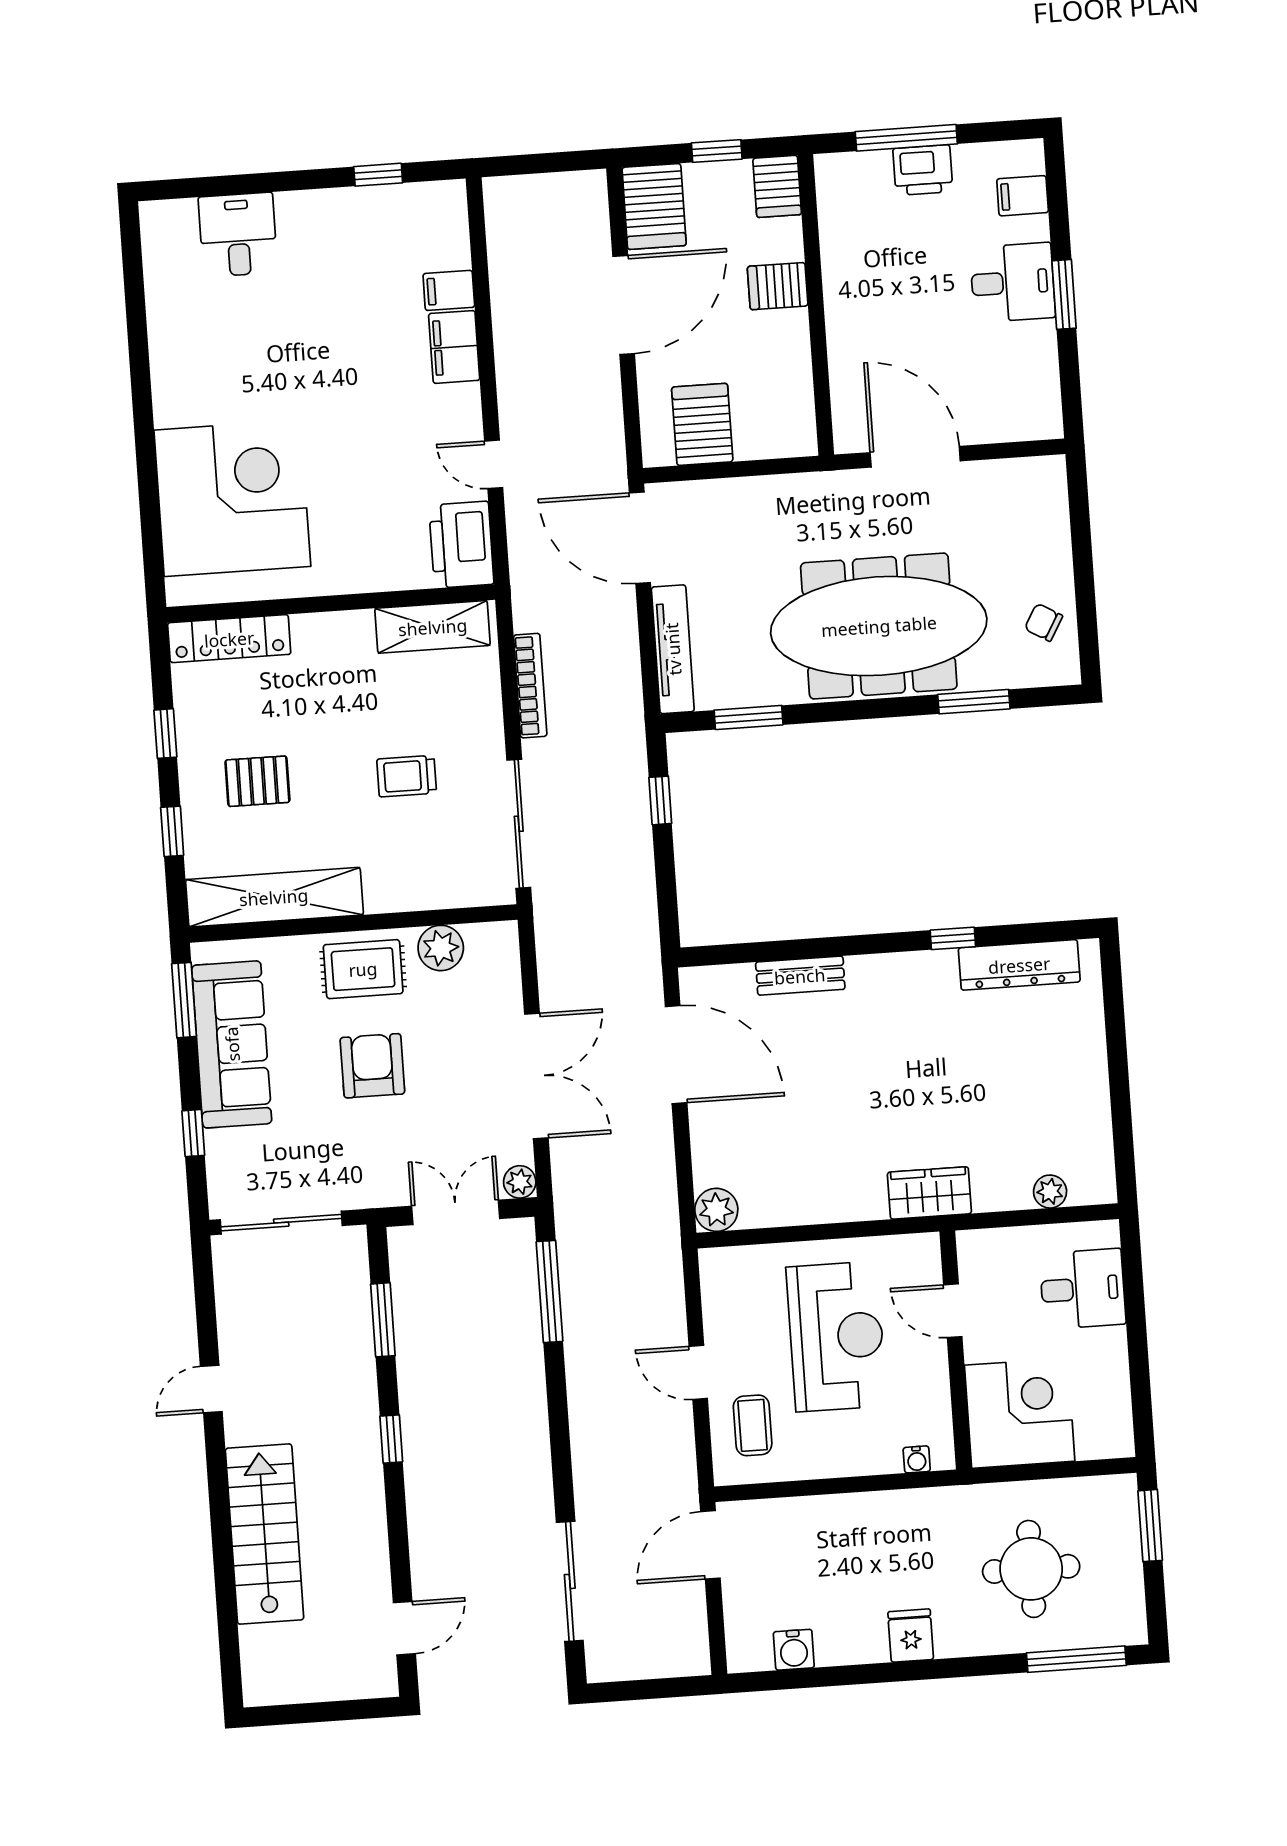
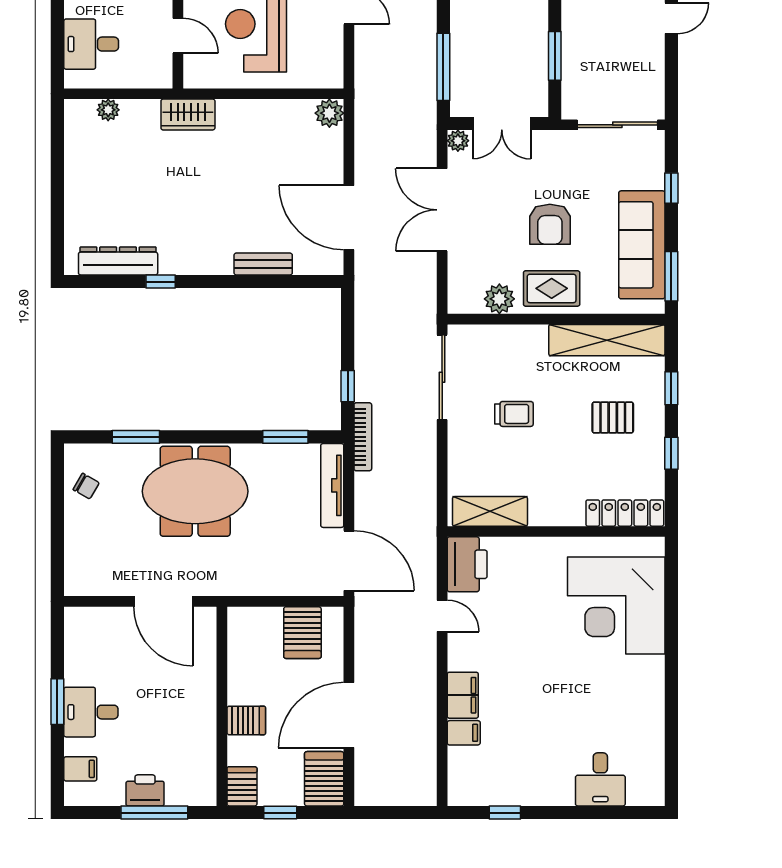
meeting table: (879, 626) -> (195, 491), width x0.73
bookcase: (530, 686) -> (363, 437), moved, turned 180

